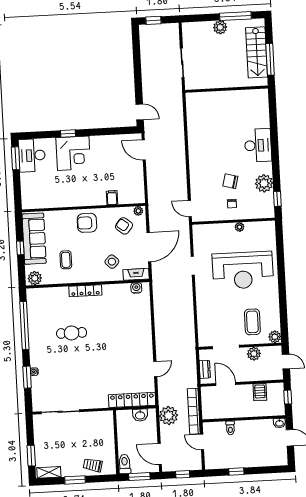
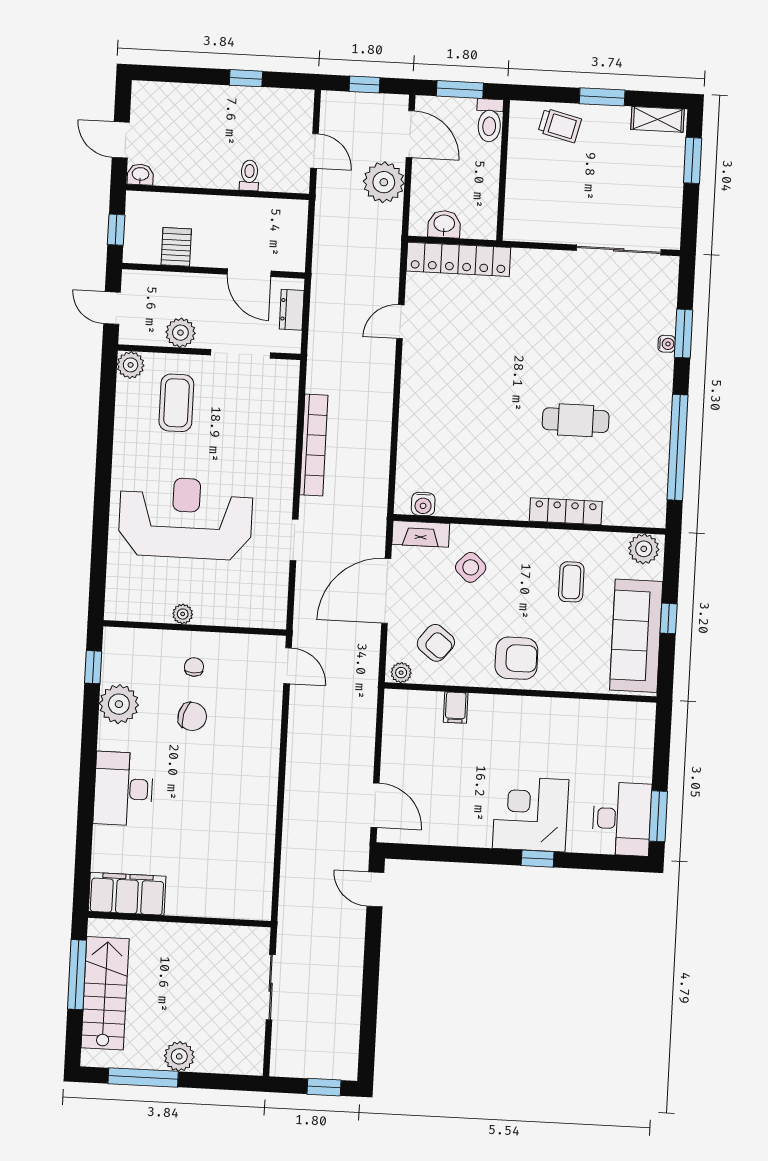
filing cabinet: (251, 98) -> (127, 894), added
locker: (85, 291) -> (566, 511), moved
bookcase: (194, 411) -> (314, 445), moved
plant: (169, 416) -> (384, 182), moved

